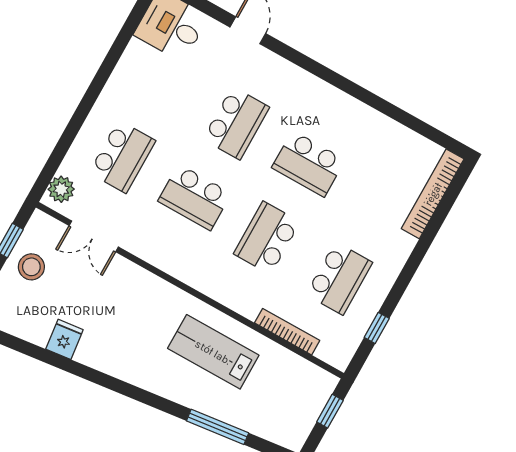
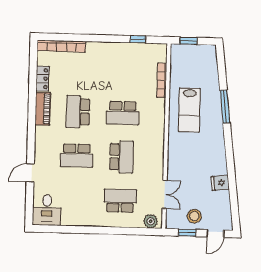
piano: (344, 108) -> (43, 109), added
school desk: (236, 123) -> (77, 156), turned 180
locker: (395, 134) -> (42, 79), added
school desk: (308, 164) -> (78, 112), turned 180
school desk: (339, 278) -> (124, 69), removed
window: (218, 427) -> (225, 107), moved

